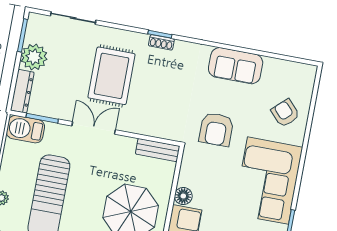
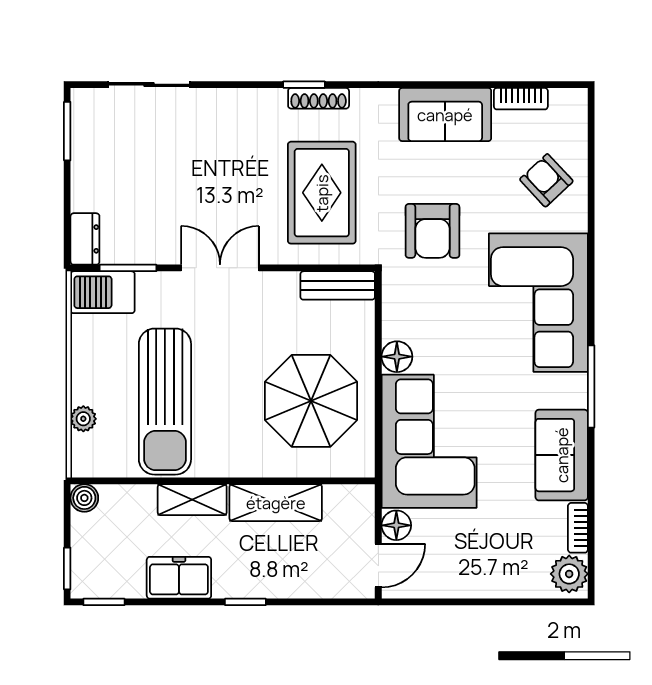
shoe rack: (161, 42) -> (319, 98), width x1.43
plant: (34, 57) -> (94, 165), removed
bookcase: (280, 65) -> (521, 99), added
rug: (111, 76) -> (322, 193), moved
dresser: (22, 91) -> (85, 239), width x0.70

